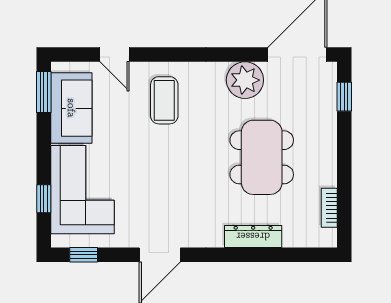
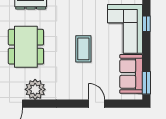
door: (114, 54) -> (97, 104), moved
coffee table: (164, 100) -> (83, 49), moved

